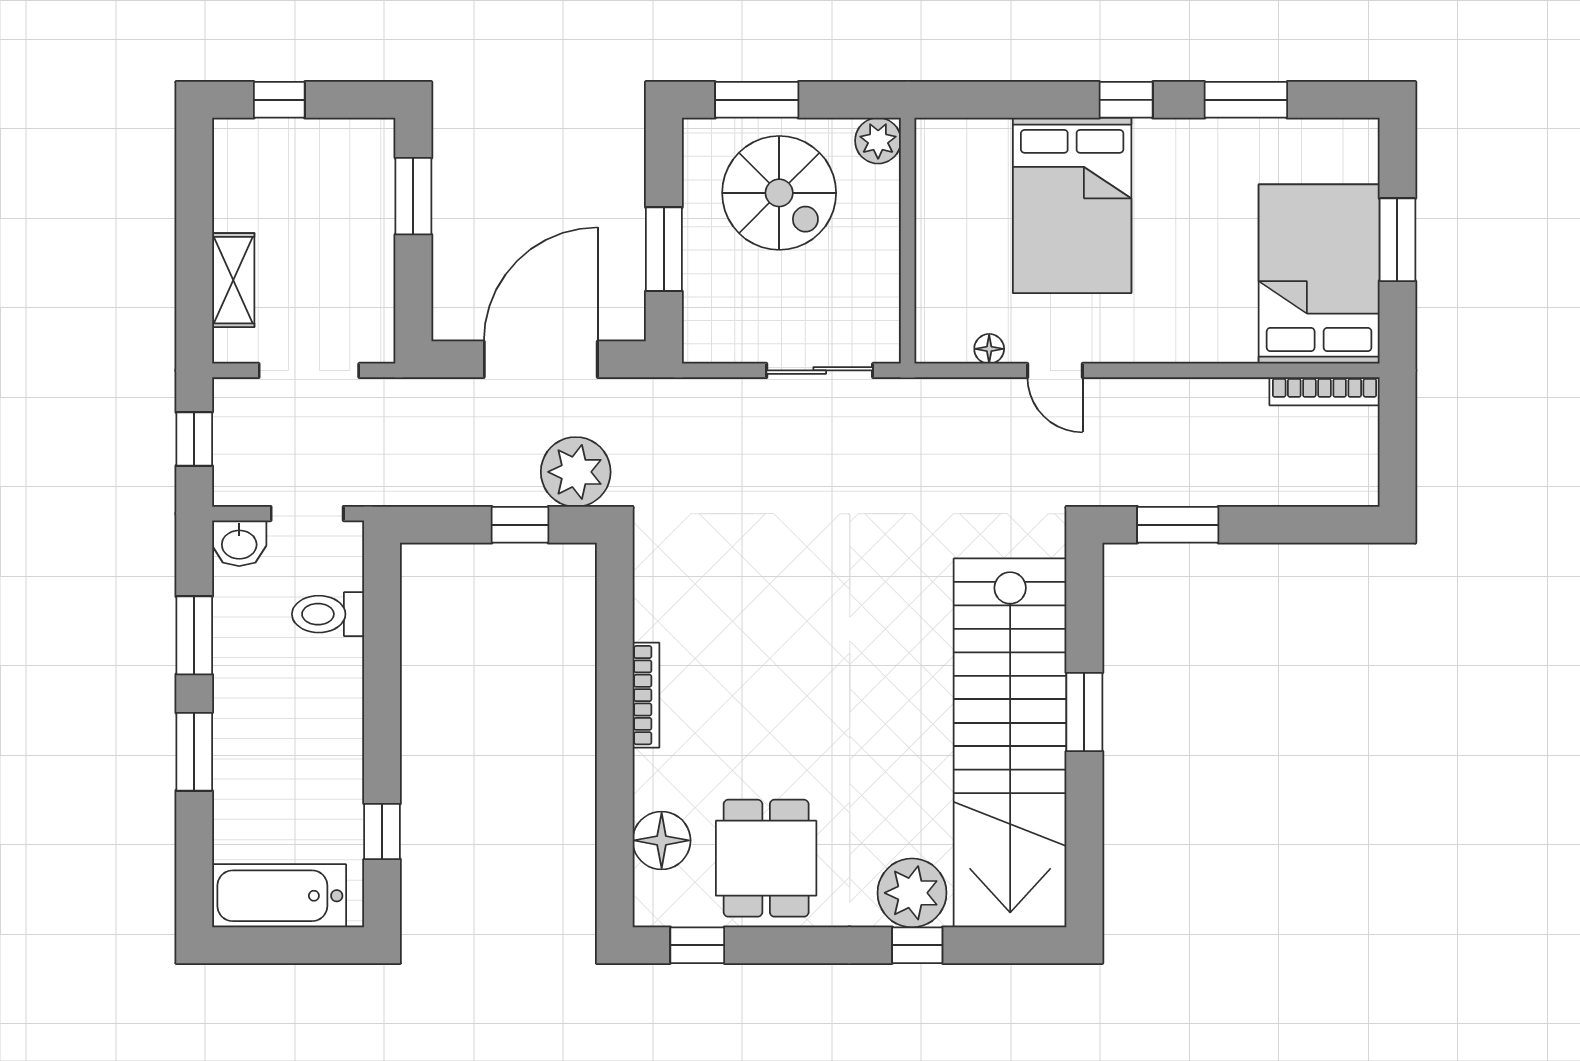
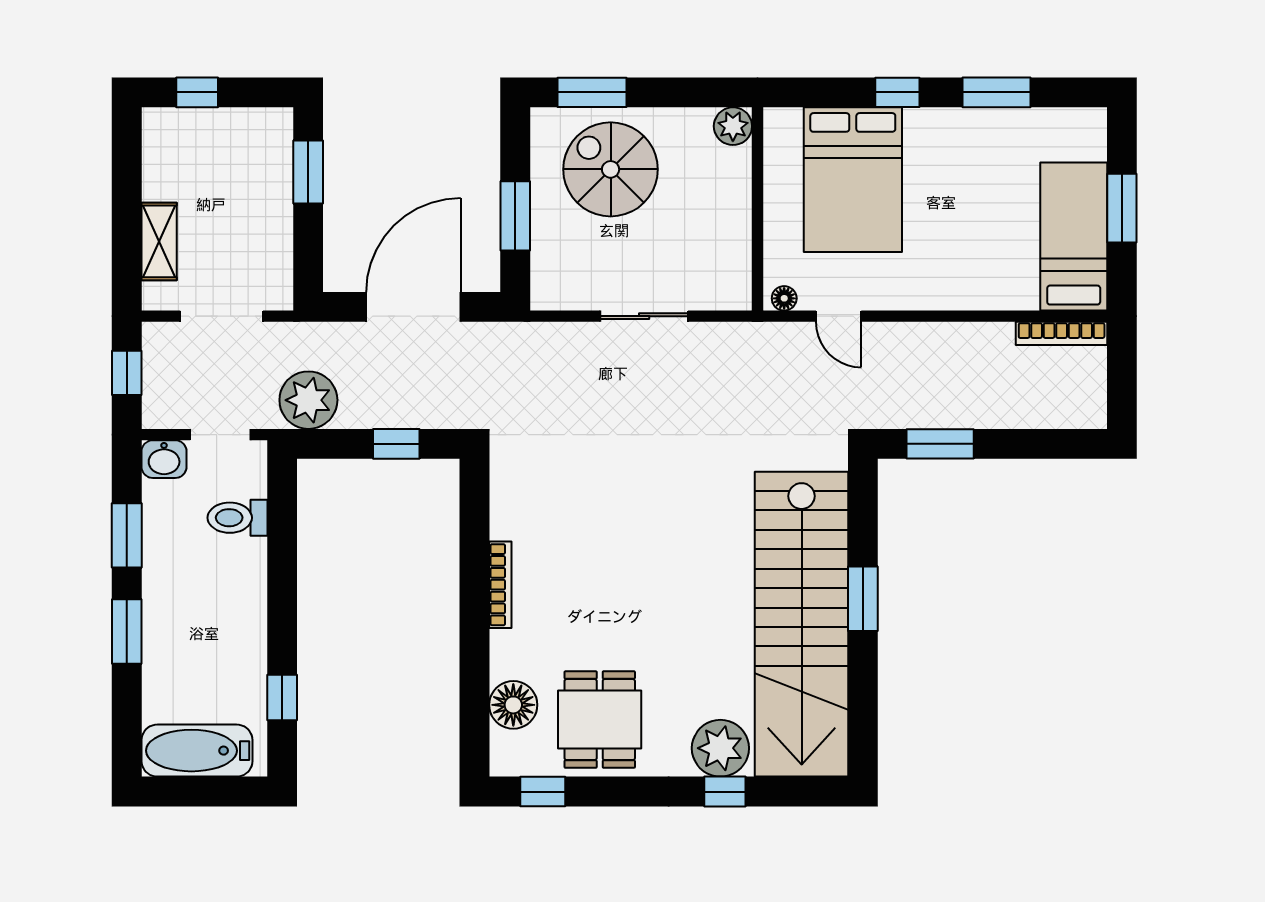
plant: (878, 141) -> (733, 126), moved
spiral stairs: (779, 193) -> (611, 169), turned 180
wall: (908, 241) -> (758, 209), moved
bed: (1319, 274) -> (1074, 236), width x0.67
plant: (576, 472) -> (308, 400), moved

